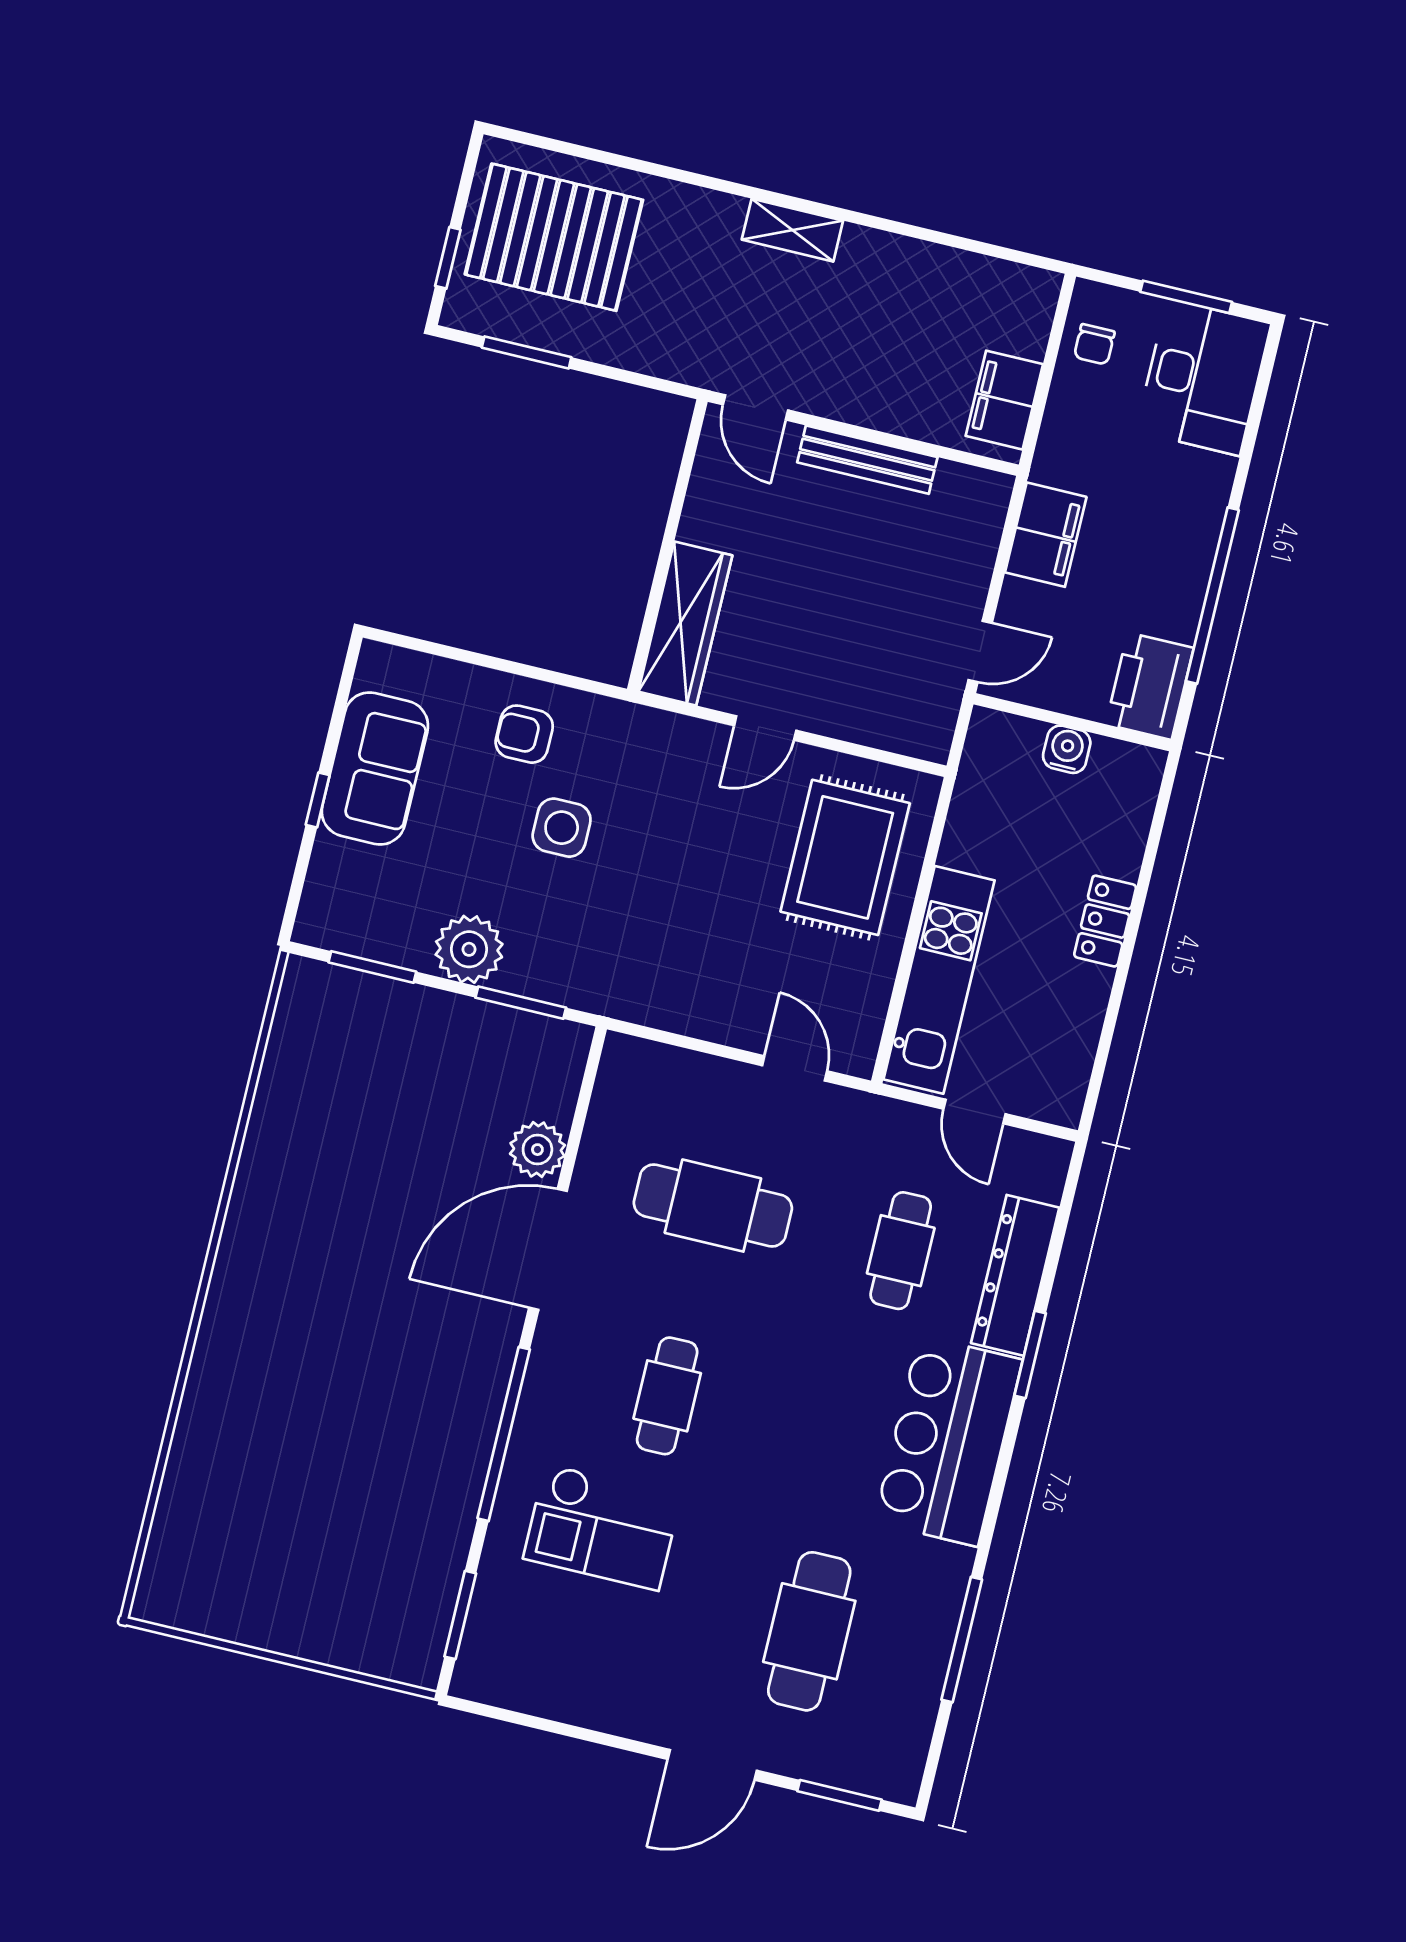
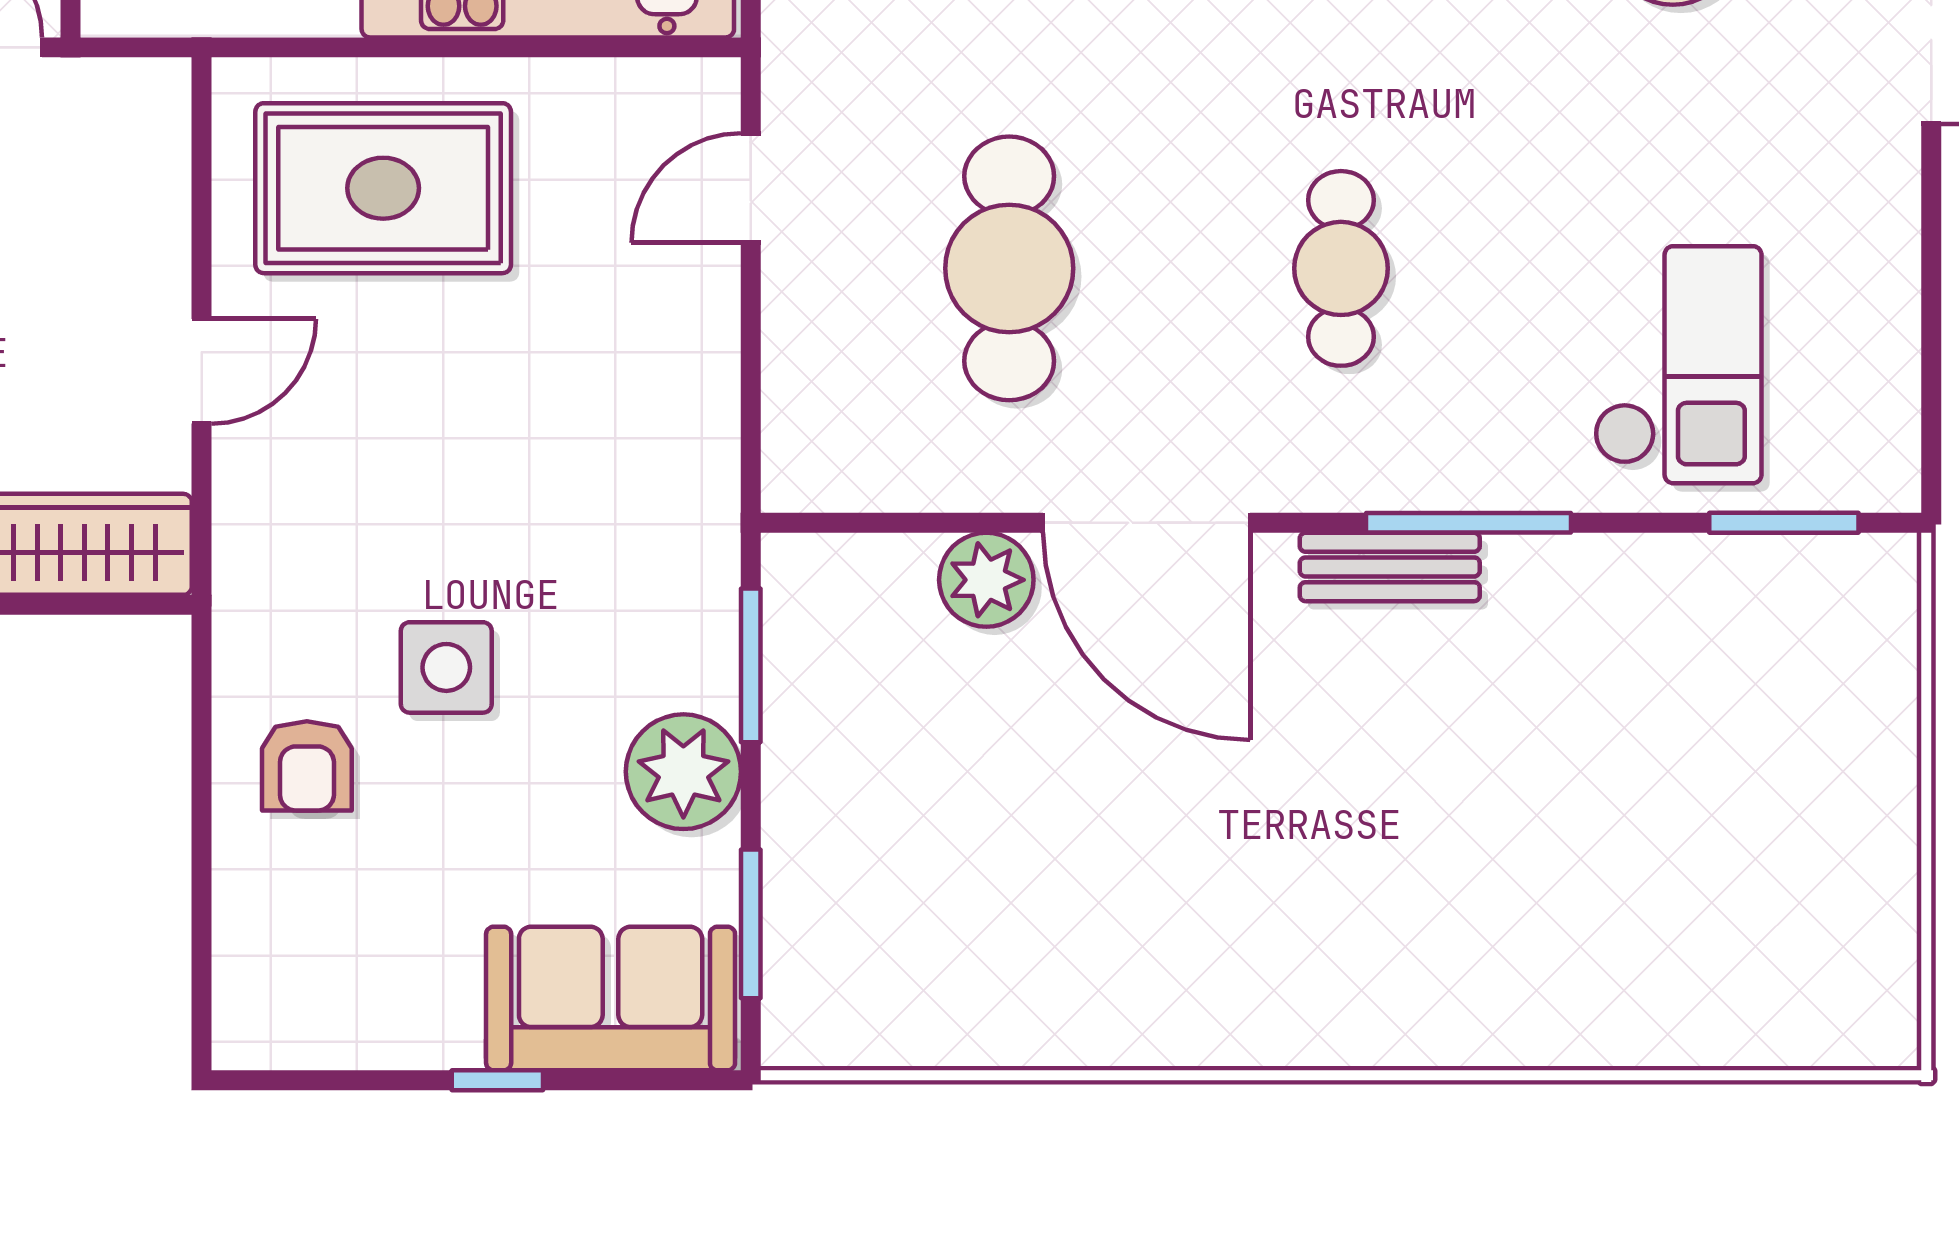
door: (765, 728) -> (202, 371), hinge flipped
sofa: (375, 768) -> (611, 998), moved
bench: (489, 1383) -> (1390, 567), added
cafe table: (667, 1396) -> (1341, 268), turned 90
window: (504, 1434) -> (1468, 523), width x0.68
checkout: (602, 1527) -> (1678, 365), moved

